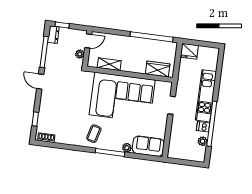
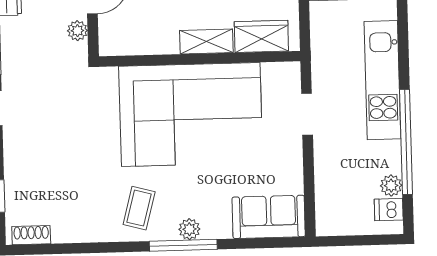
shelving: (109, 64) -> (206, 42), moved
dishwasher: (203, 127) -> (389, 210), moved
plant: (127, 148) -> (189, 229), moved

